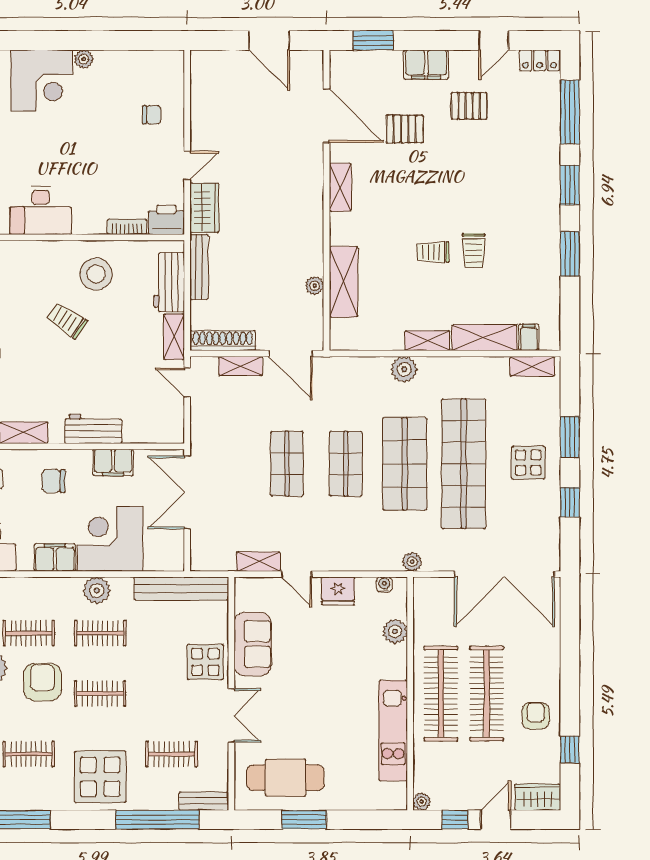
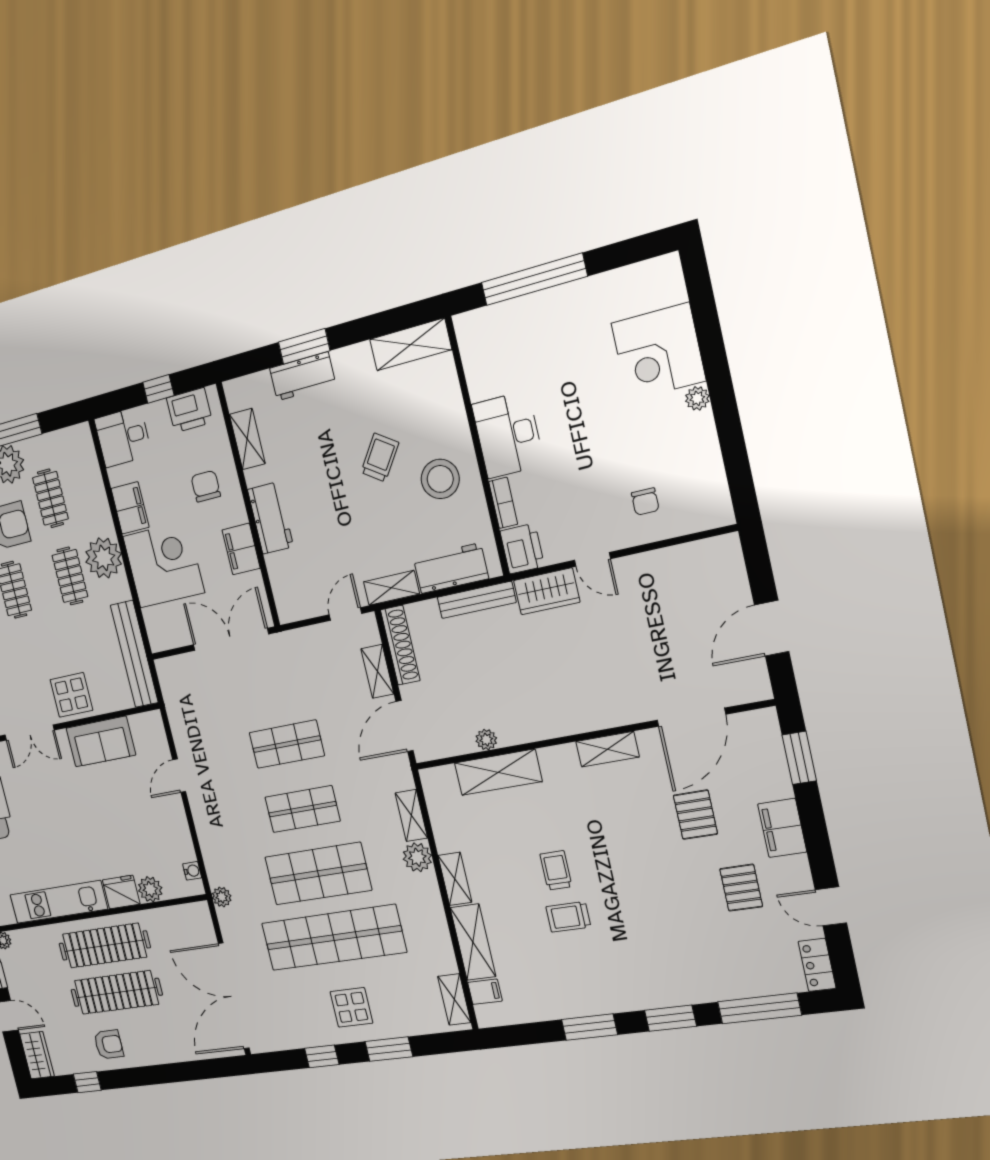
desk: (41, 210) -> (508, 435), moved
shelving: (258, 562) -> (411, 816), moved
plant: (97, 590) -> (104, 558), width x1.36, depth x1.36
fridge: (338, 591) -> (121, 892), moved, turned 90

